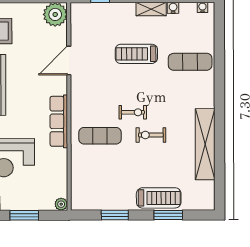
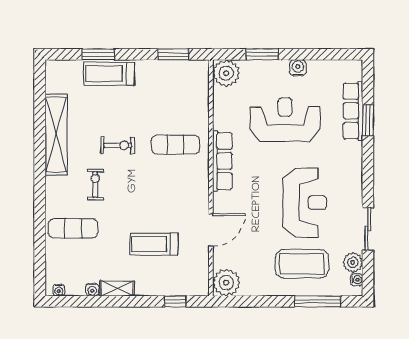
treadmill: (136, 54) -> (154, 244), moved, turned 180
exercise bike: (133, 112) -> (95, 184), moved, turned 90
plant: (61, 204) -> (226, 73), width x1.87, depth x1.87
window: (115, 215) -> (173, 54), moved

